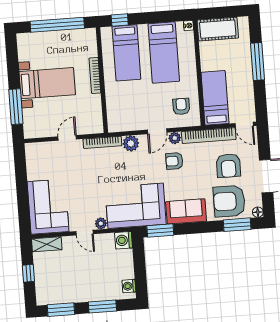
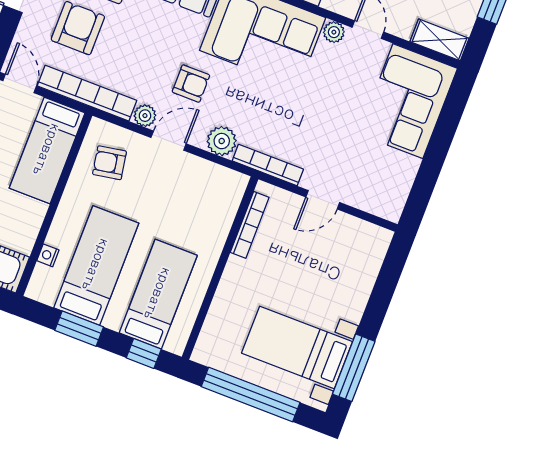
window: (157, 17) -> (79, 329), added
nightstand: (189, 26) -> (48, 255), moved
bookcase: (95, 75) -> (250, 225), moved
bed with nightstands: (47, 83) -> (297, 347), moved
armchair: (181, 106) -> (109, 163), turned 80
window: (16, 107) -> (354, 368), moved
armchair: (174, 161) -> (191, 84), moved

